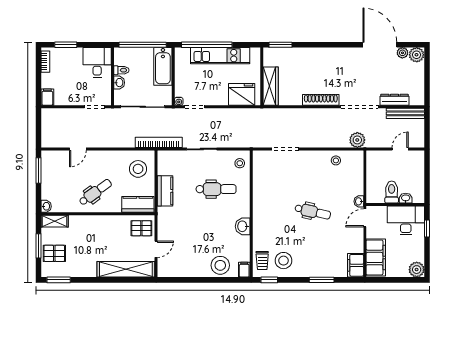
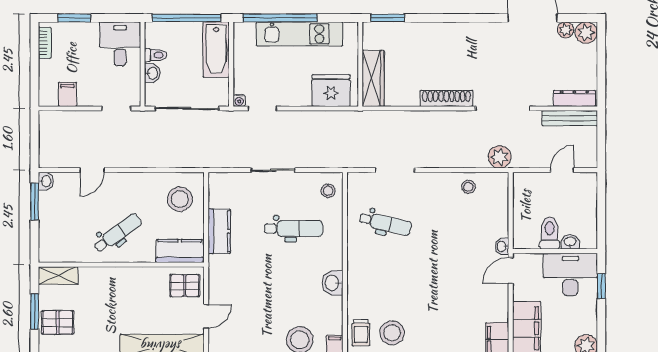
filing cabinet: (47, 97) -> (67, 94), moved
dresser: (394, 100) -> (574, 98), moved
bookcase: (159, 142) -> (210, 161), removed
washbasin: (46, 206) -> (46, 181), moved
dental chair: (313, 212) -> (385, 223), moved

